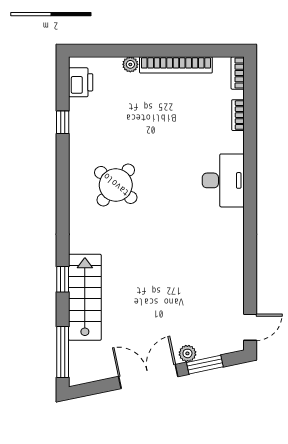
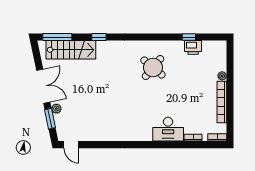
printer: (81, 82) -> (193, 47), moved
desk: (223, 180) -> (168, 129), moved
stairs: (85, 297) -> (71, 50), moved

